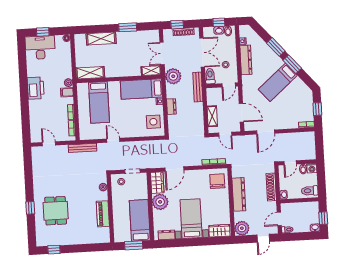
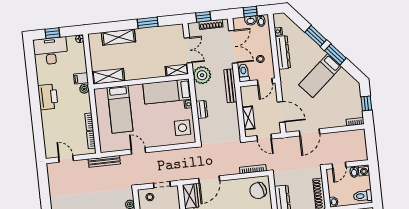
double door: (162, 54) -> (188, 50), swing flipped
filing cabinet: (67, 92) -> (81, 78), moved
chair: (217, 181) -> (258, 191), turned -109

